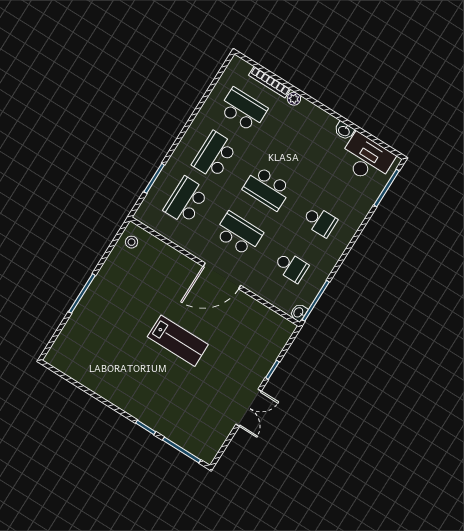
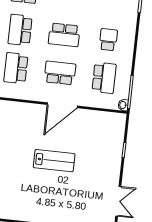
school desk: (320, 221) -> (108, 40), turned -90
school desk: (291, 267) -> (104, 78), width x1.85
double door: (249, 408) -> (118, 201), moved

